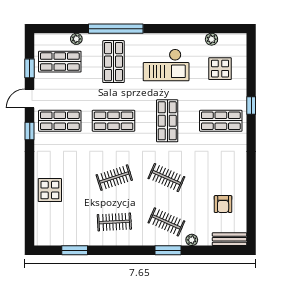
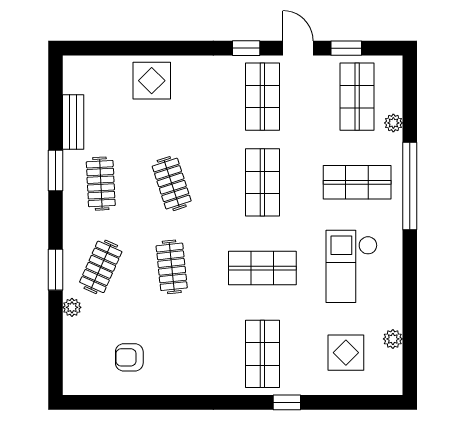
clothes rail: (166, 178) -> (172, 267), turned -30
bench: (230, 239) -> (73, 122), moved
window: (75, 250) -> (55, 170), moved

